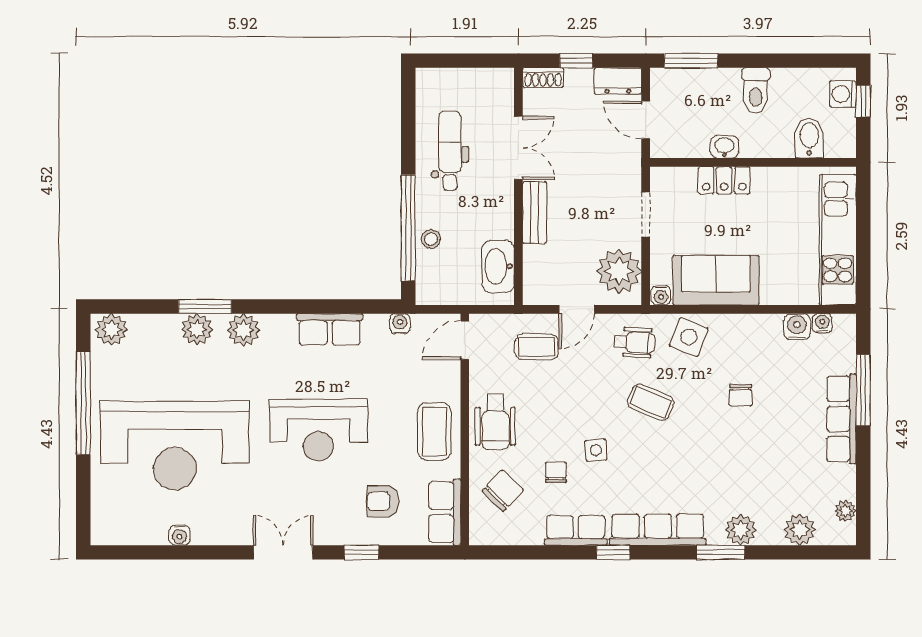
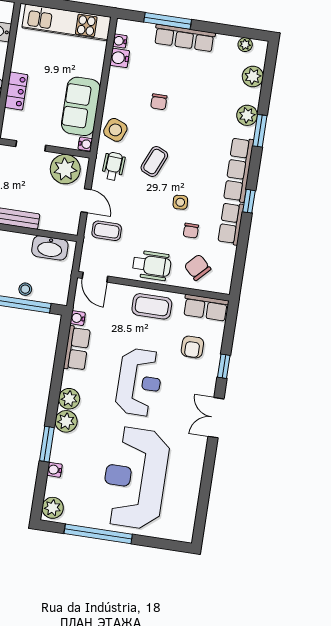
plant: (197, 329) -> (69, 399), moved
row of seats: (330, 329) -> (77, 348), moved
coffee table: (537, 347) -> (107, 231), turned 90
chair: (741, 395) -> (159, 102), turned 90
reception desk: (175, 446) -> (135, 478), turned 180
chair: (556, 472) -> (191, 231), turned -90
water cooler: (180, 535) -> (55, 470), moved, turned 180

